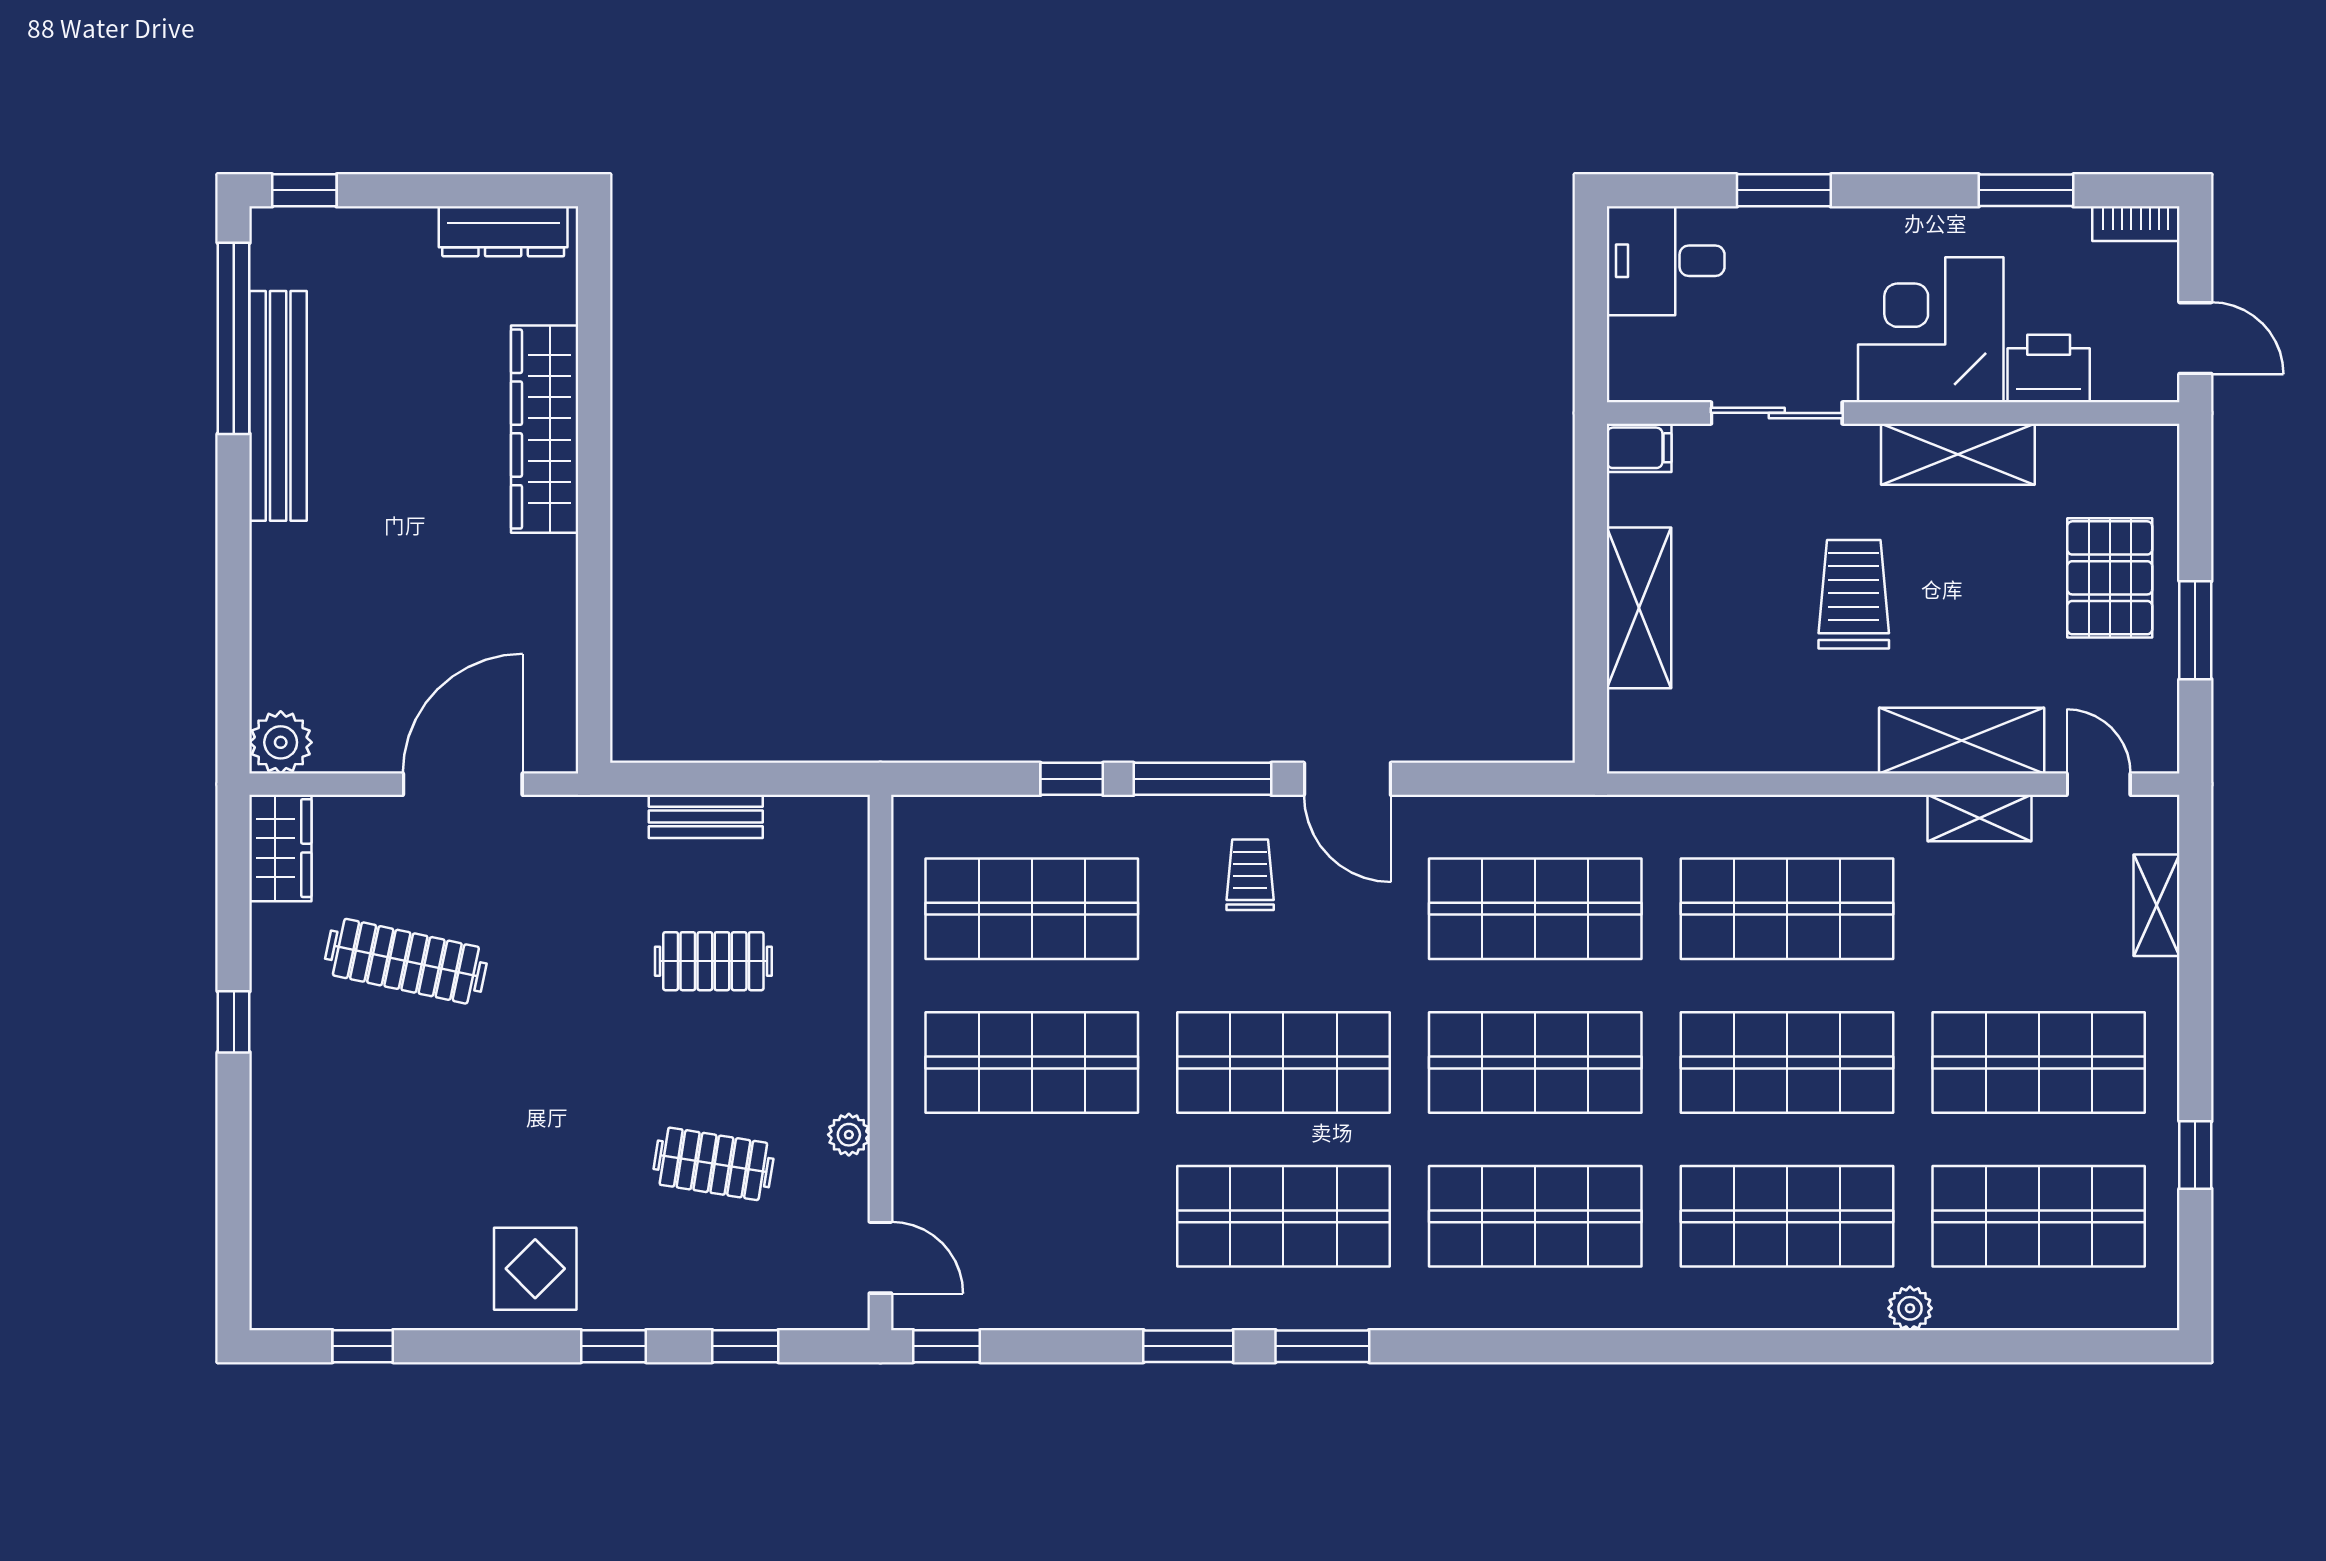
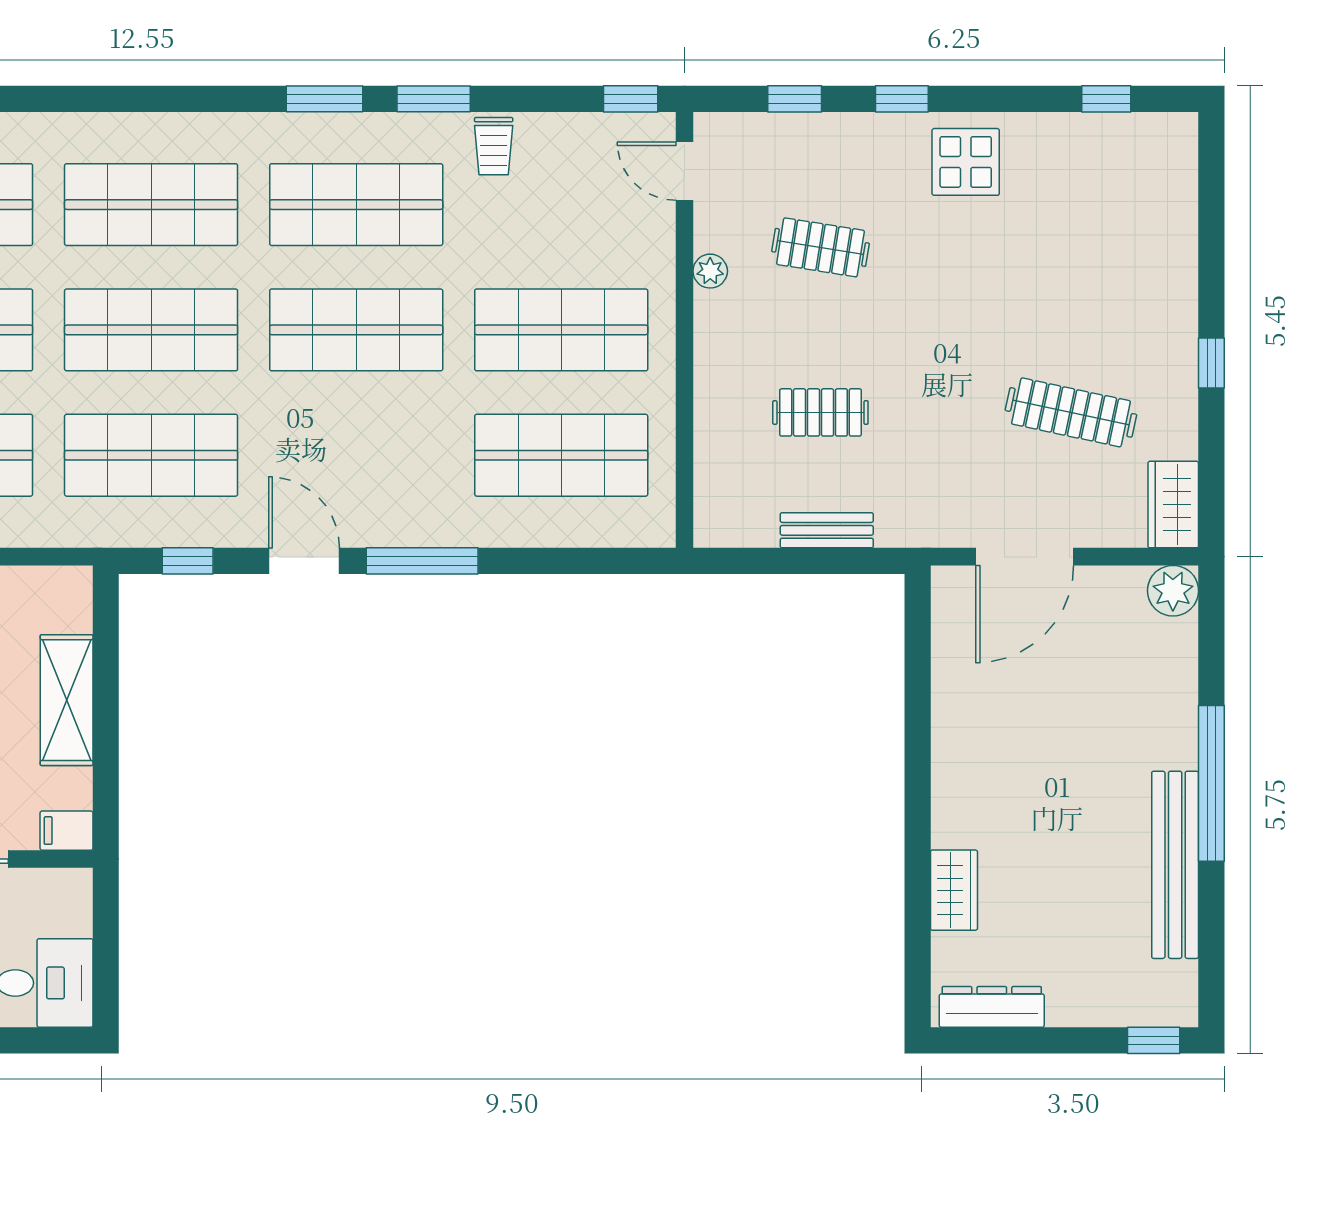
window: (234, 338) -> (1211, 783), moved
wardrobe: (545, 429) -> (954, 890), width x0.48, depth x0.85
window: (1072, 779) -> (188, 561), moved
trolley: (1250, 875) -> (494, 146), moved

